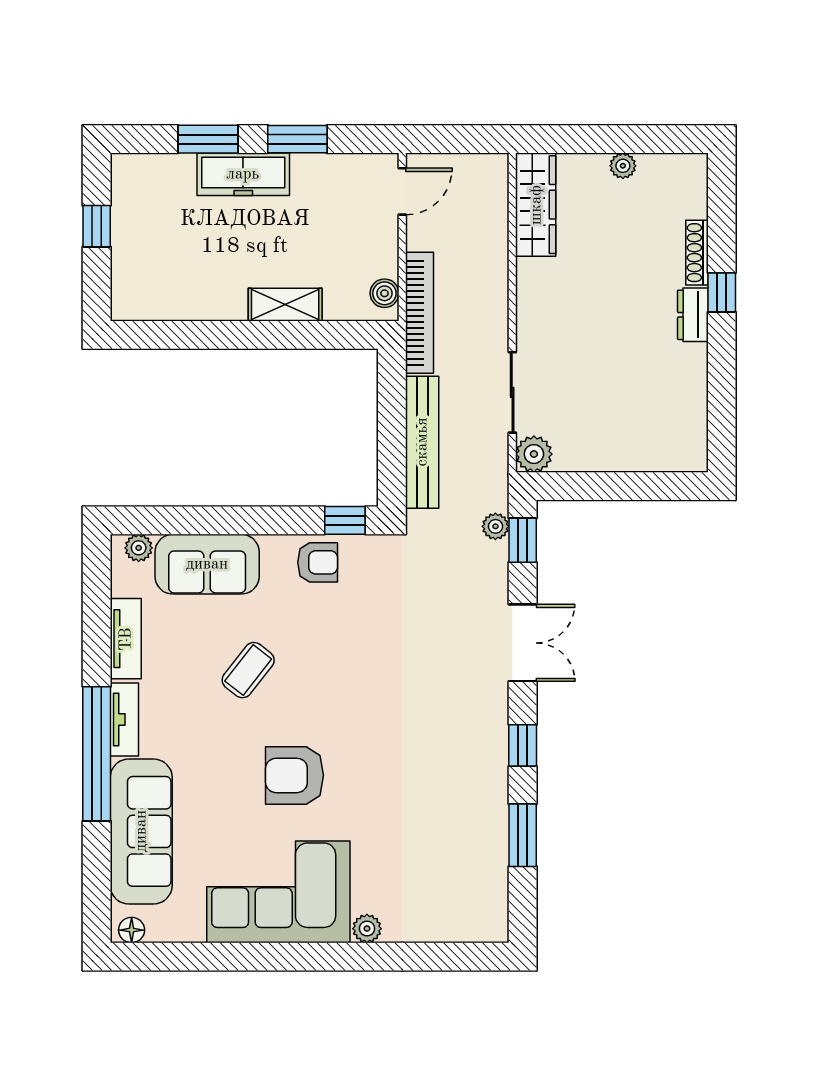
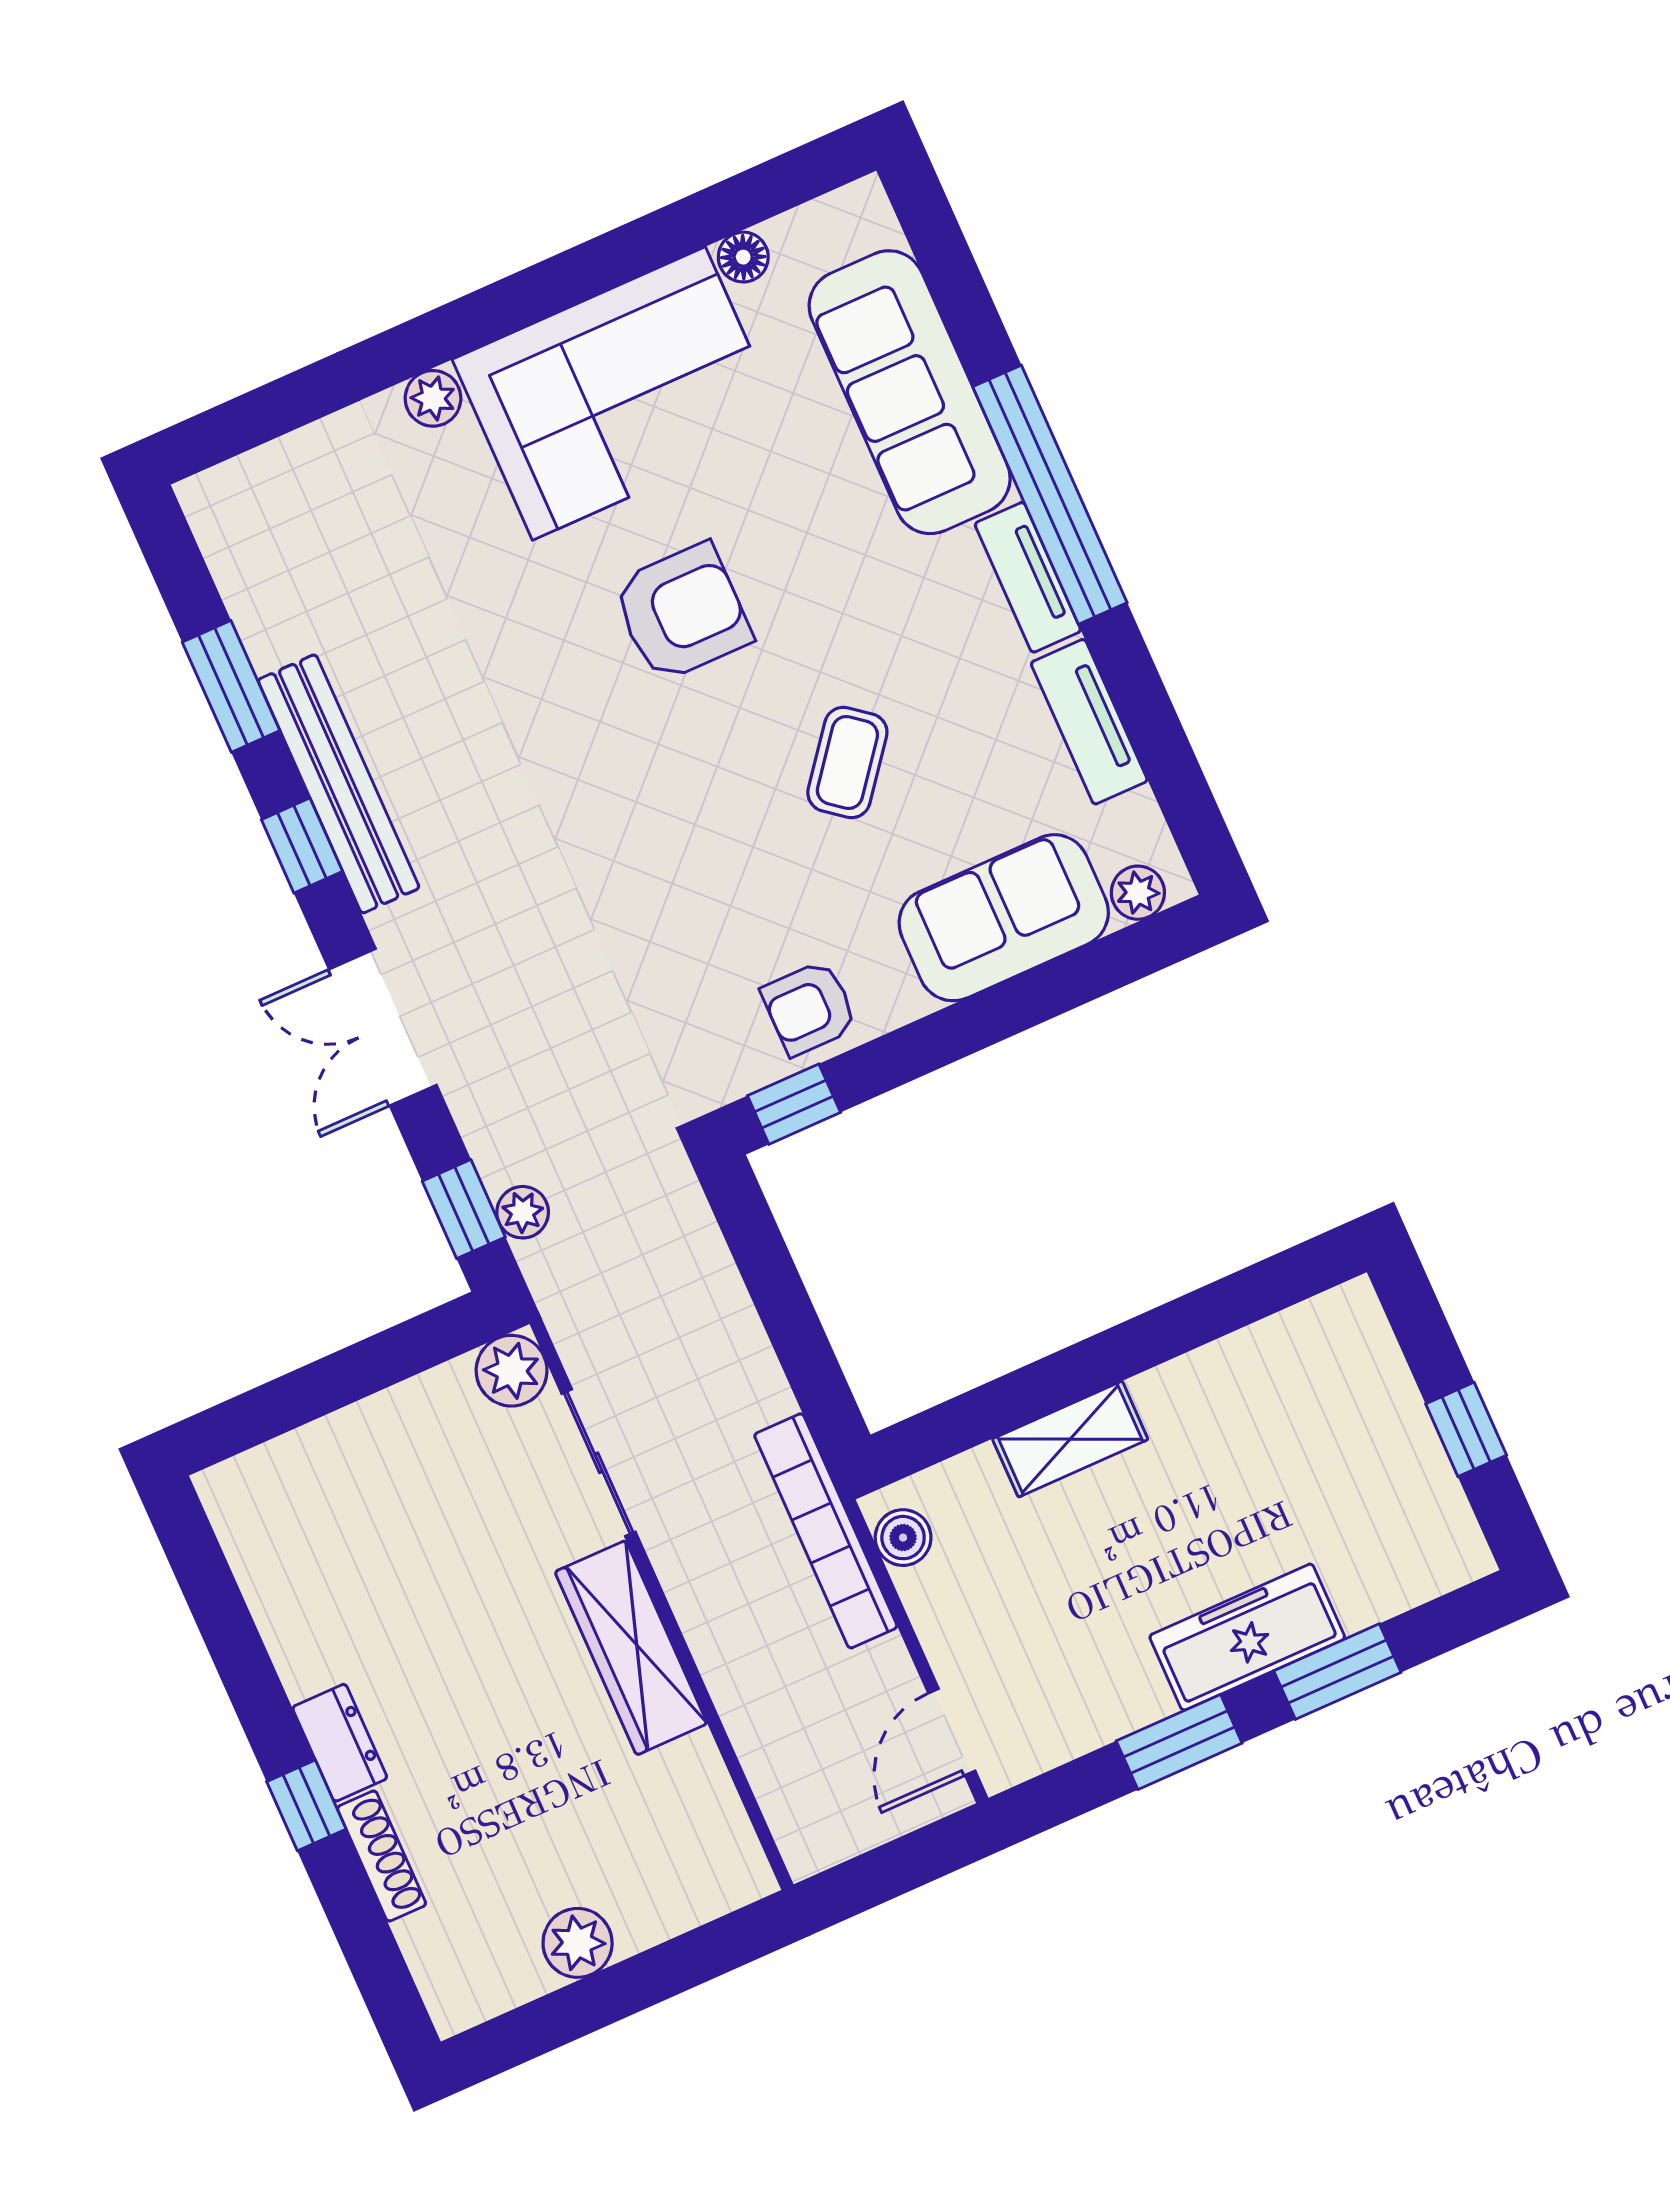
plant: (623, 166) -> (578, 1943), width x1.38, depth x1.38
wardrobe: (536, 205) -> (631, 1648), moved
bench: (422, 442) -> (339, 784), moved
floor lamp: (132, 930) -> (743, 257), moved

